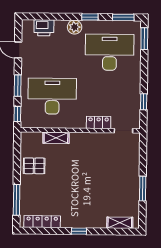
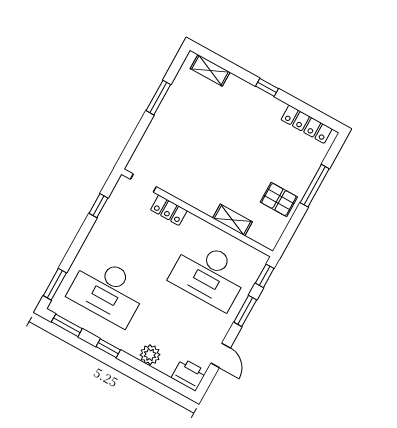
plant: (75, 27) -> (150, 355), moved
printer: (44, 28) -> (189, 375), moved
window: (17, 200) -> (315, 186), moved

